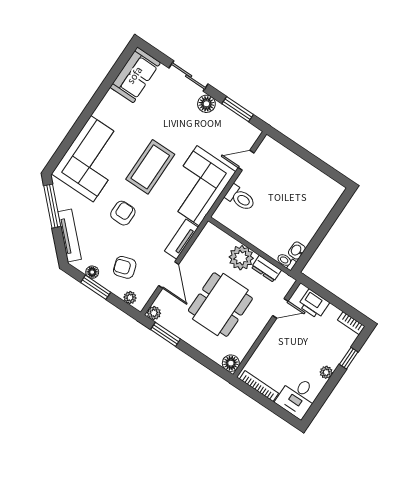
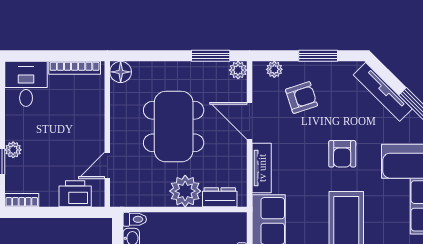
dresser: (266, 269) -> (220, 197), moved
floor lamp: (92, 272) -> (333, 69), removed
plant: (326, 372) -> (13, 150), moved

